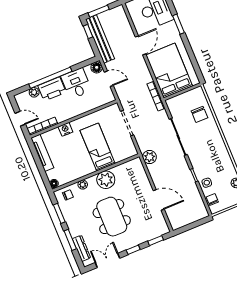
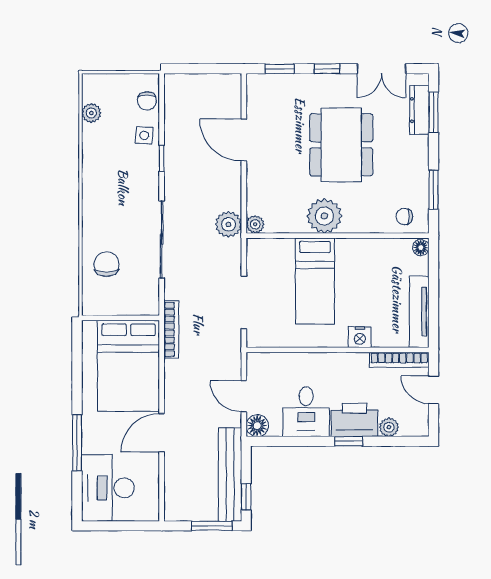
window: (179, 24) -> (77, 443), width x1.44
window: (50, 78) -> (349, 441), width x0.32
plant: (83, 185) -> (255, 224), moved
window: (70, 240) -> (434, 112), moved

